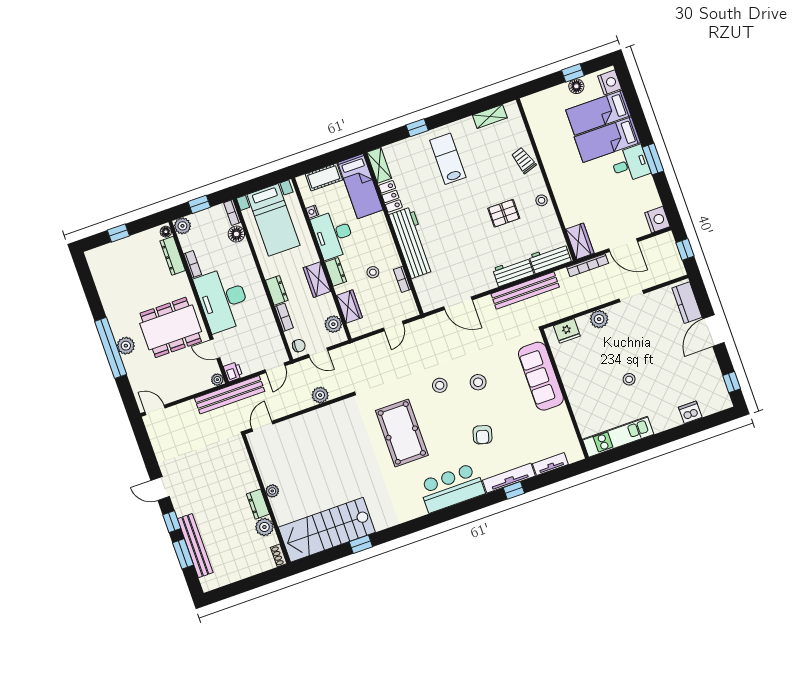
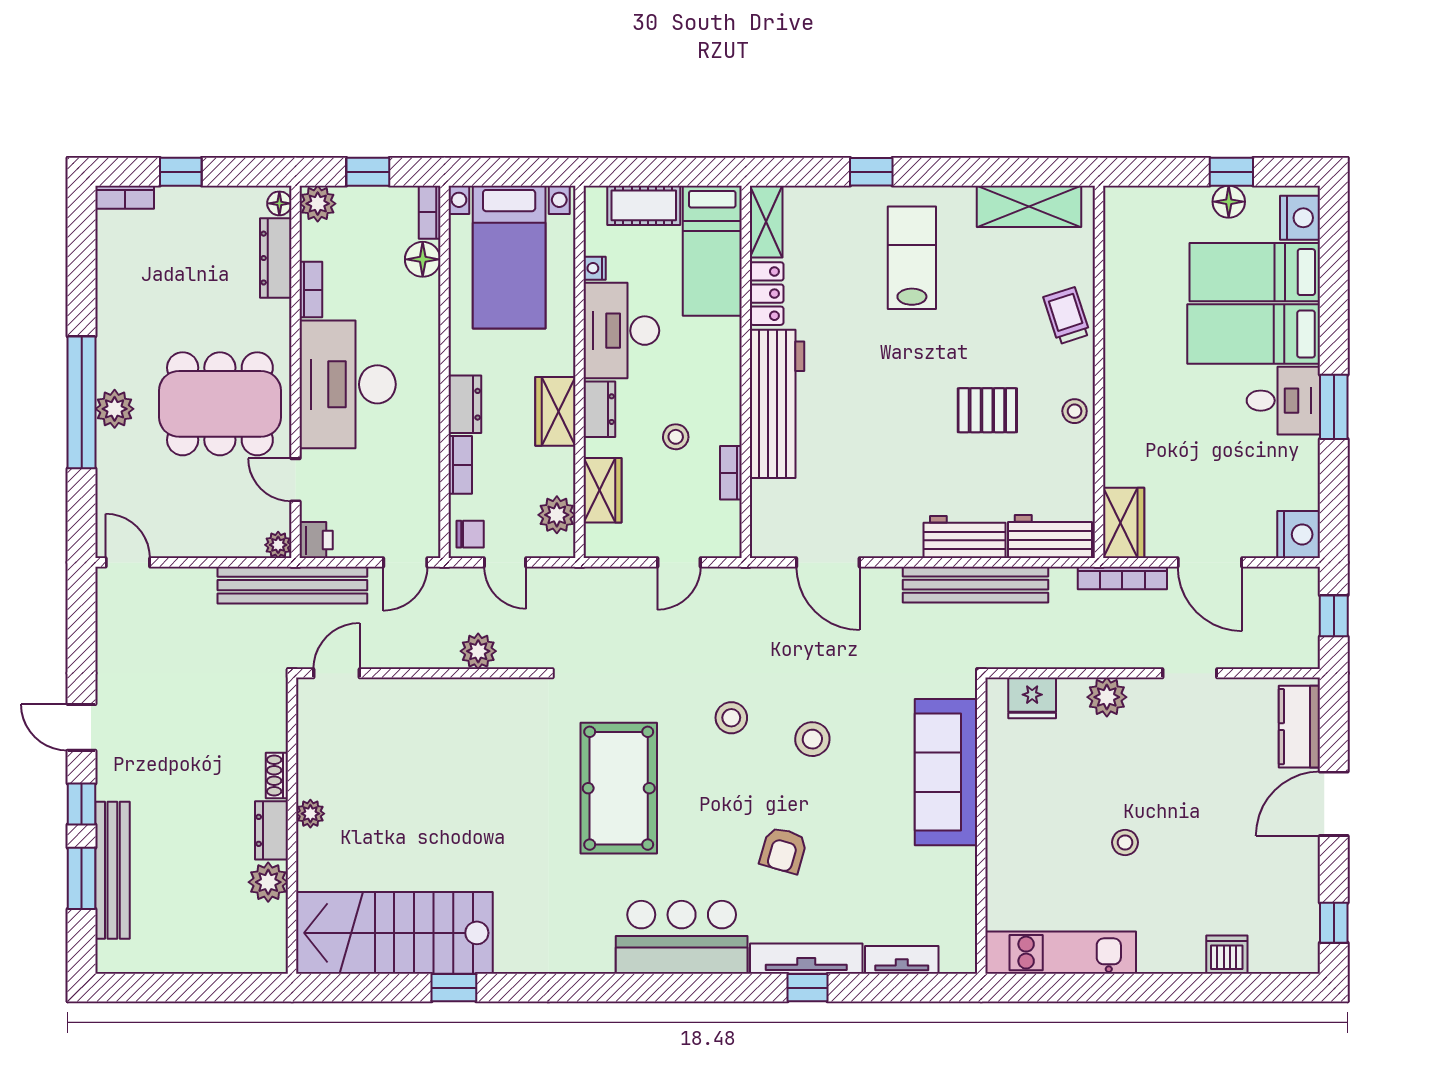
shelving: (490, 116) -> (1029, 206), width x1.50, depth x1.33
bookcase: (98, 253) -> (125, 197), added
shoe rack: (279, 555) -> (277, 776), moved

